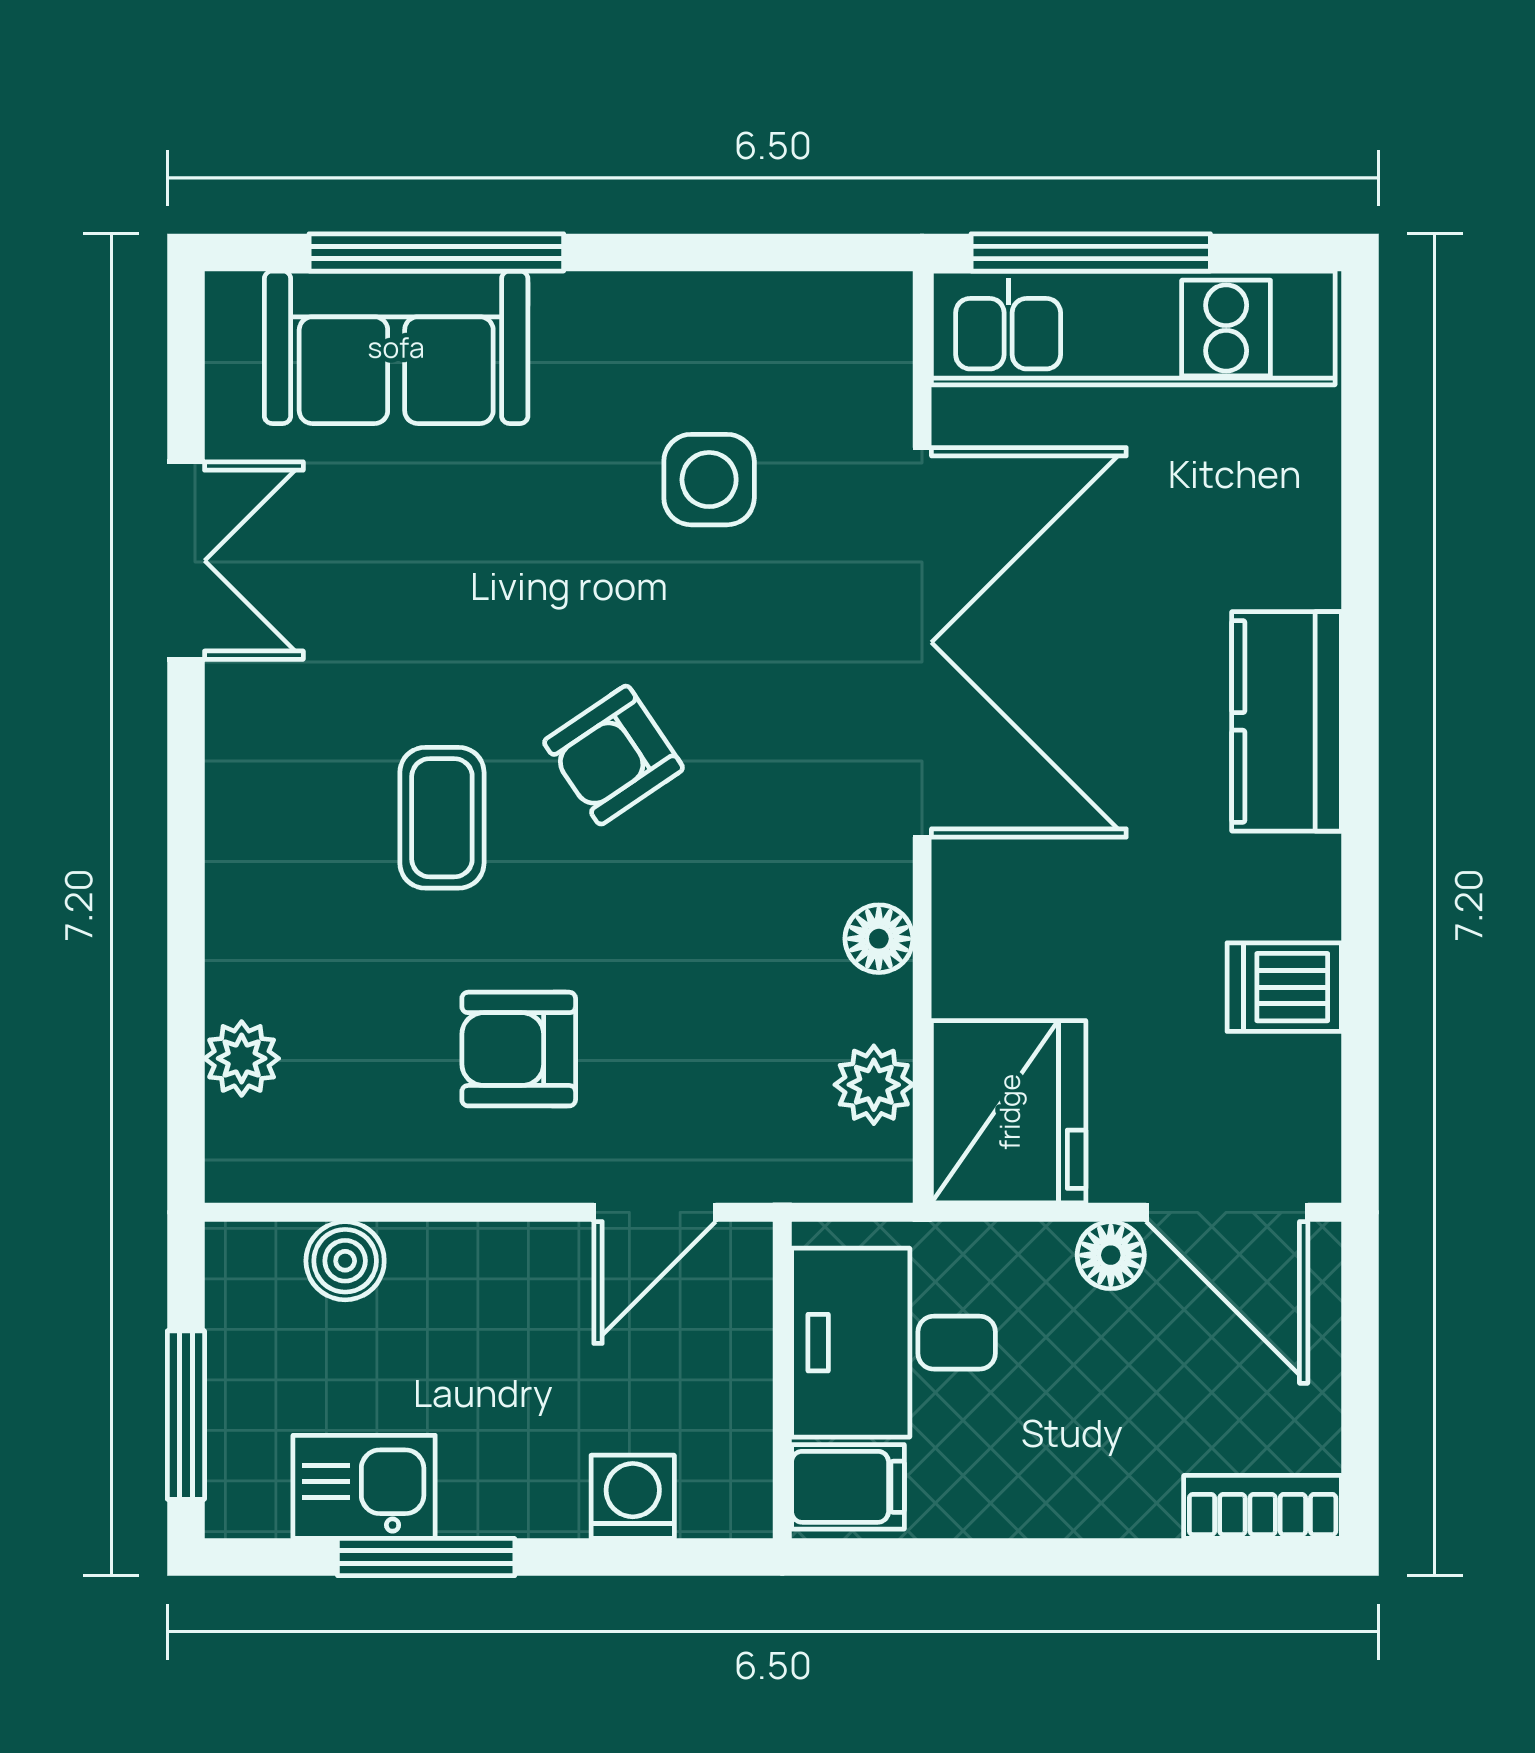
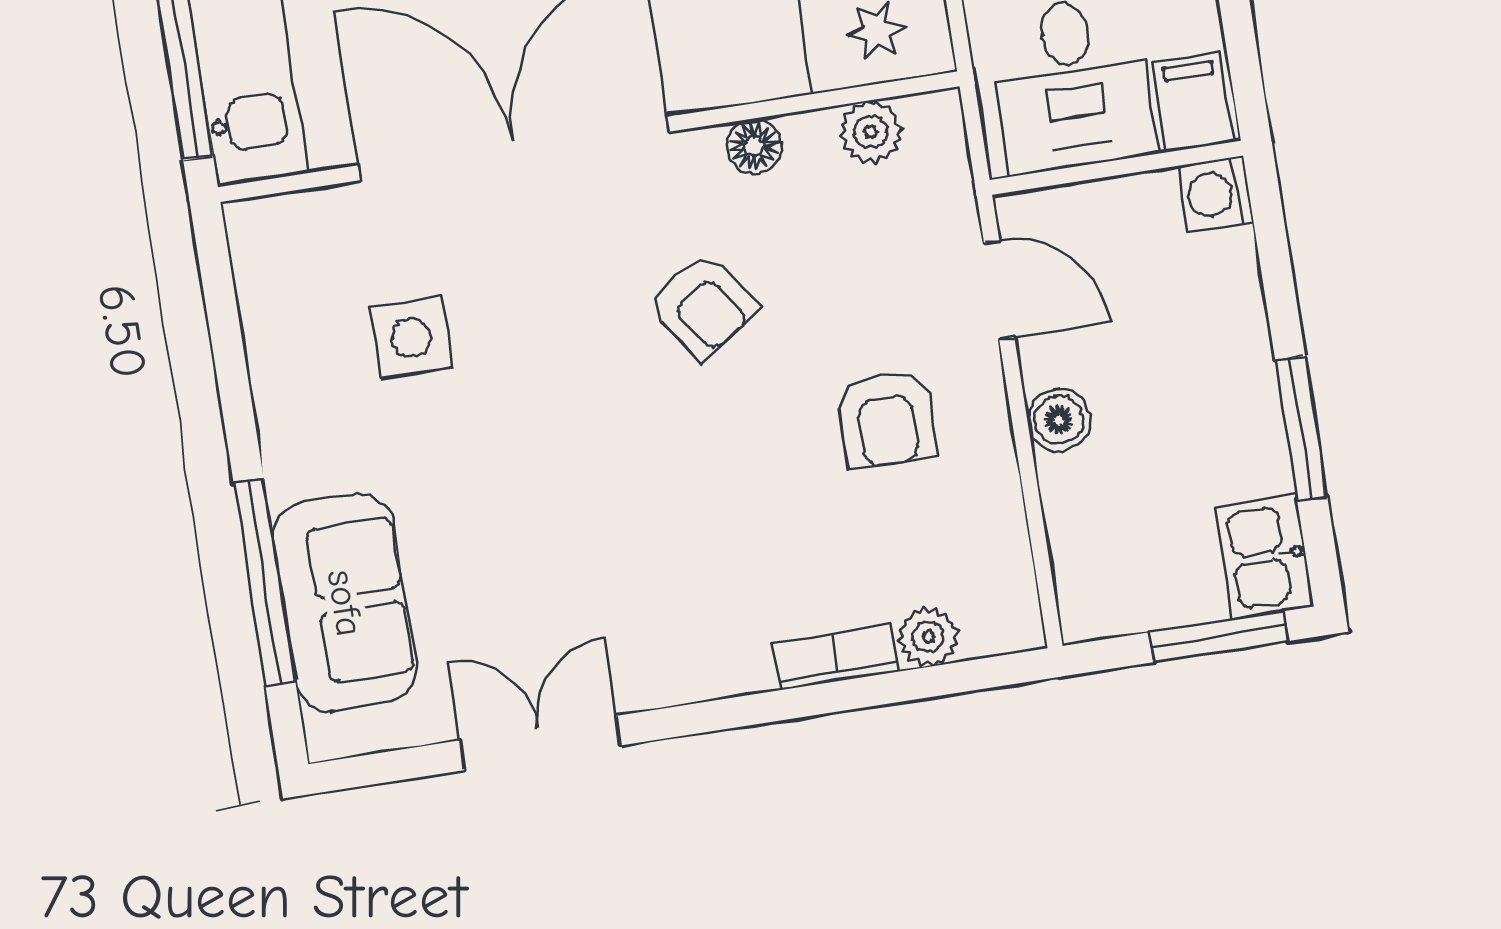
armchair: (613, 755) -> (703, 306), moved
coffee table: (442, 818) -> (713, 508), removed
bookcase: (234, 940) -> (835, 658), added
boiler: (345, 1261) -> (1059, 420), moved
kitchen sink: (364, 1487) -> (1264, 557), moved
washing machine: (633, 1497) -> (1215, 194), moved

